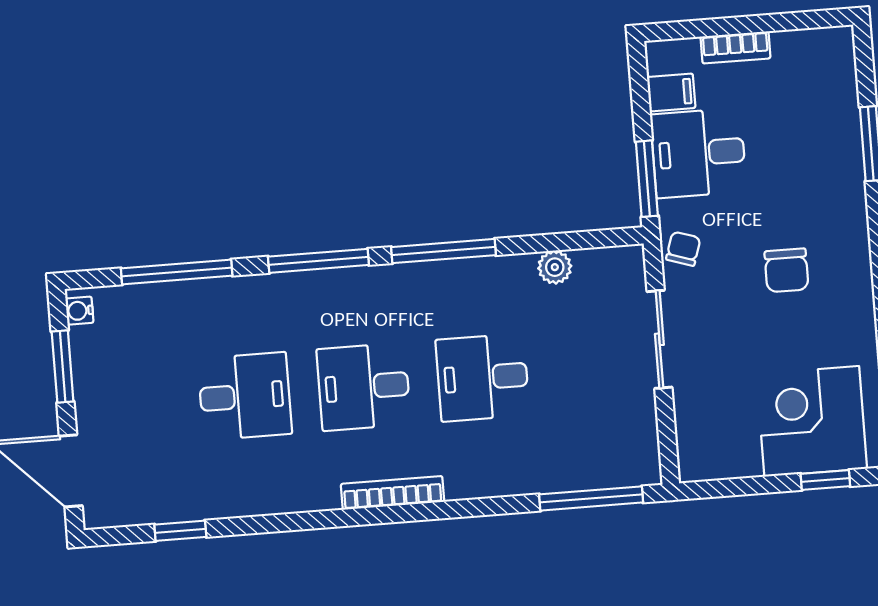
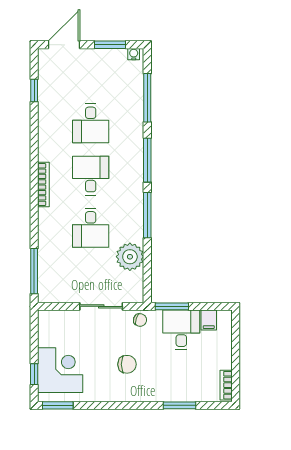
bookcase: (735, 47) -> (226, 385), moved
plant: (555, 267) -> (130, 257), width x1.87, depth x1.87
chair: (786, 270) -> (127, 364), turned 180
desk: (483, 377) -> (91, 228), turned 180

